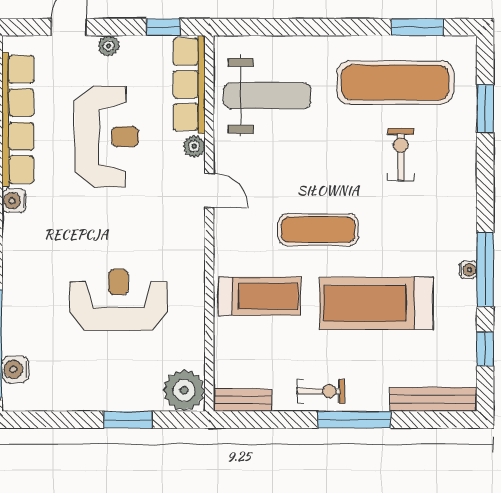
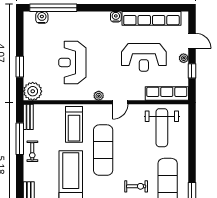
window: (163, 27) -> (192, 71), moved
plant: (194, 146) -> (99, 96), moved
exercise mat: (318, 230) -> (103, 150), width x1.36, depth x1.45
reception desk: (118, 300) -> (72, 62), turned 180
window: (354, 420) -> (20, 139), moved

